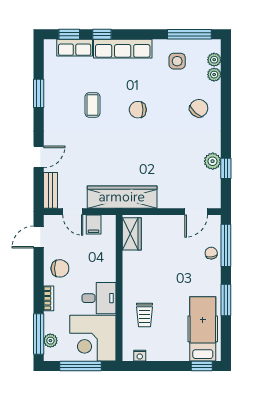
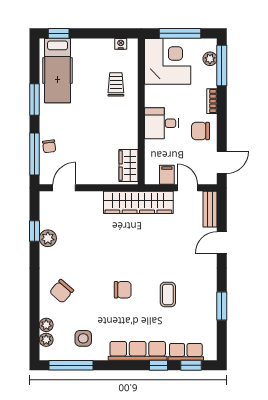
desk: (99, 298) -> (161, 123), moved

